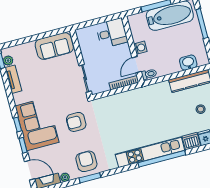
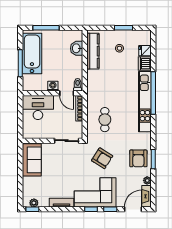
desk: (112, 33) -> (38, 107), width x1.37
tv unit: (13, 79) -> (61, 203), moved
cafe table: (119, 114) -> (105, 120), added
armchair: (76, 122) -> (102, 158), turned -58
armchair: (86, 161) -> (138, 158), turned -90

